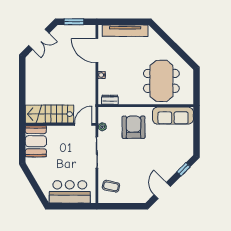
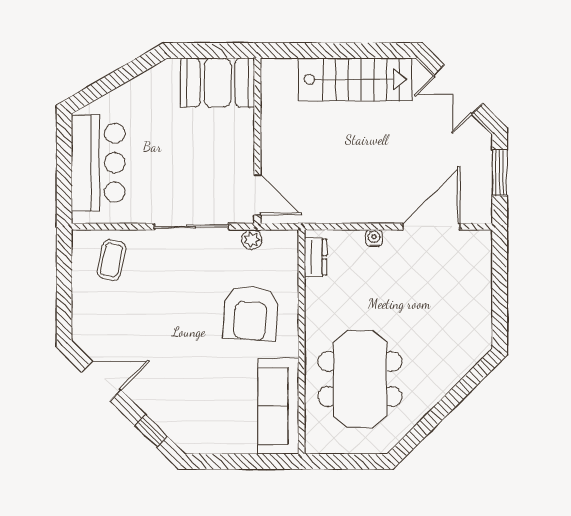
tv unit: (125, 31) -> (479, 293), removed
meeting table: (161, 81) -> (360, 379), turned 90
stairs: (49, 114) -> (355, 79), moved, turned 90
armchair: (134, 127) -> (251, 313), turned 94

